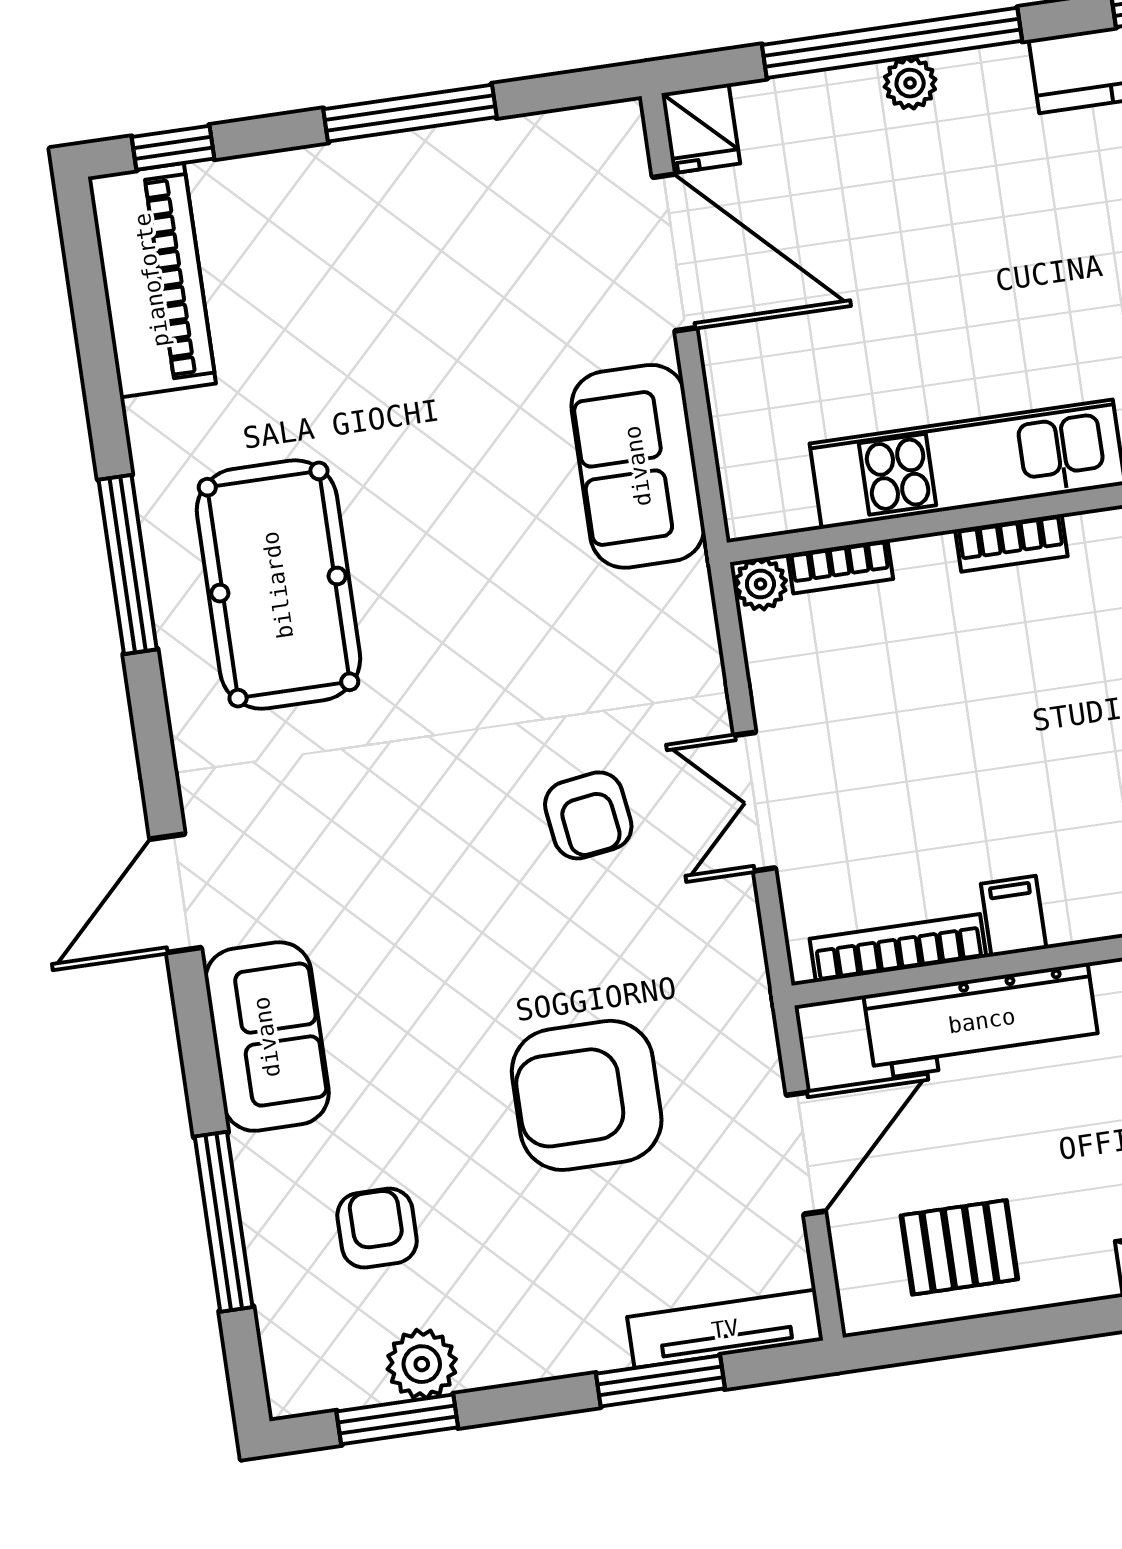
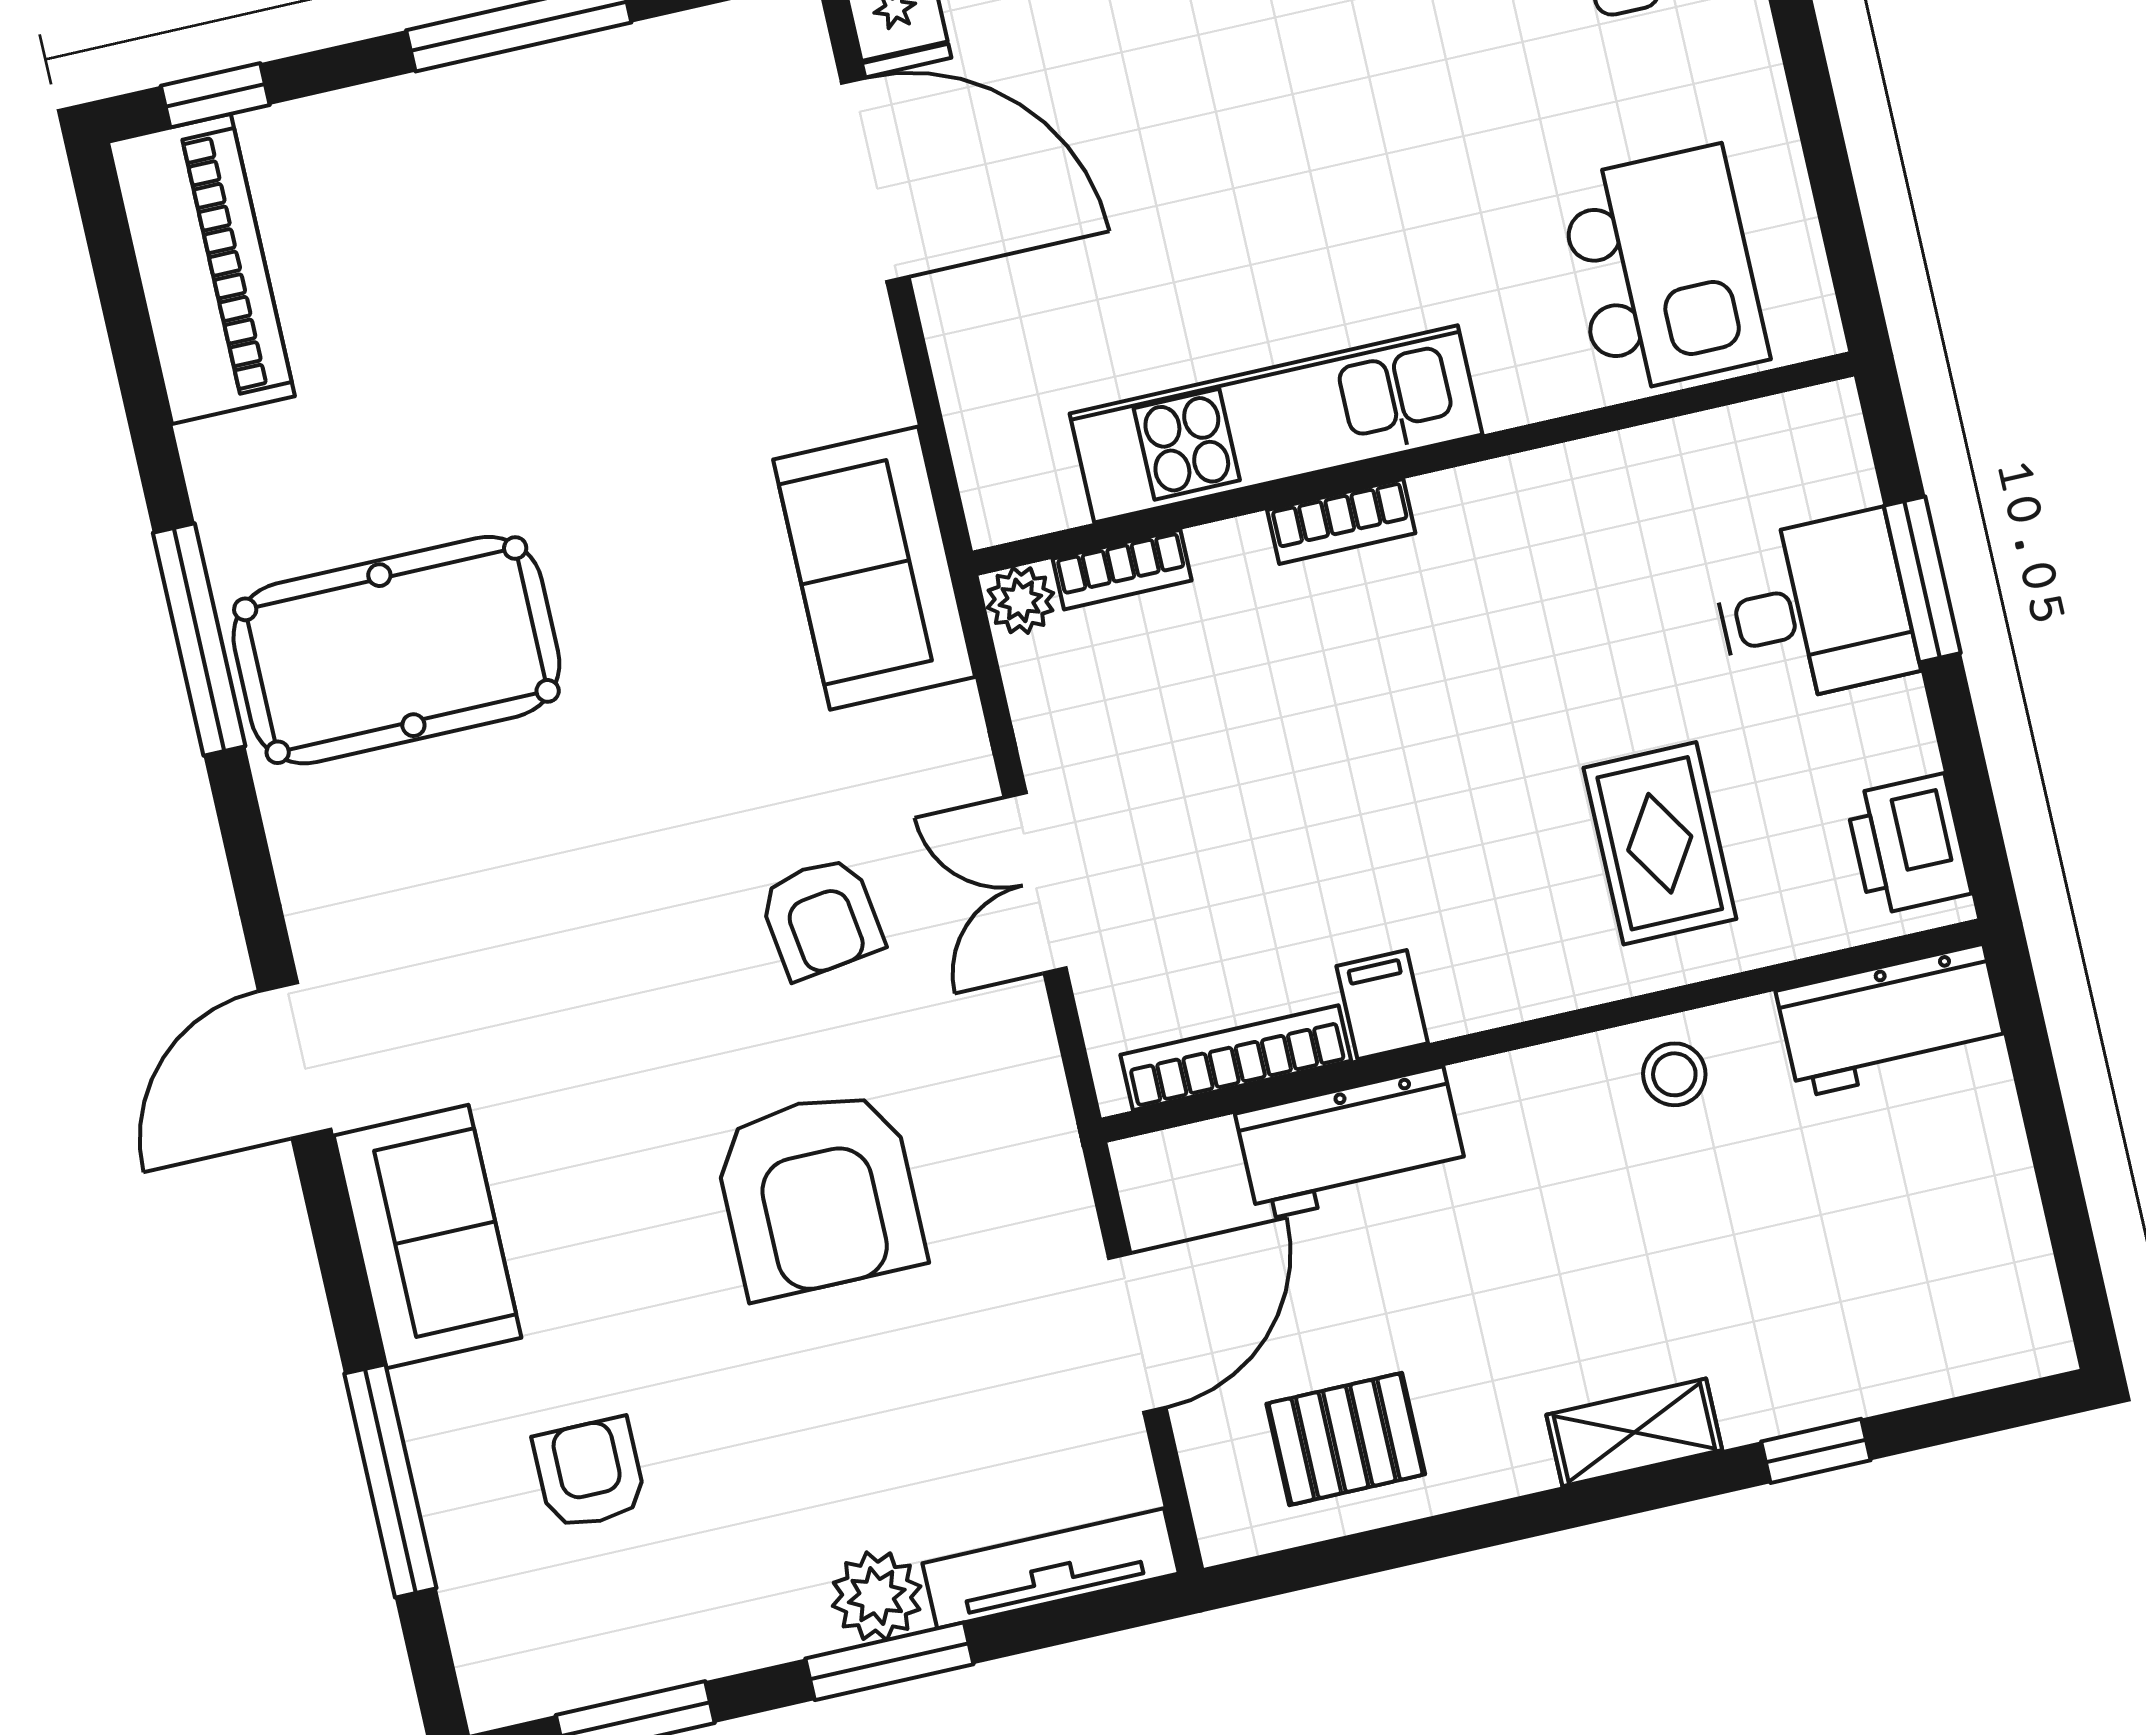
sofa: (638, 466) -> (874, 568), moved
pool table: (278, 585) -> (396, 650), turned 90
workbench: (982, 1021) -> (1351, 1144), width x0.73
armchair: (587, 1095) -> (819, 1193), moved, turned -90
plant: (422, 1364) -> (877, 1596), moved
window: (660, 1381) -> (889, 1661), moved

